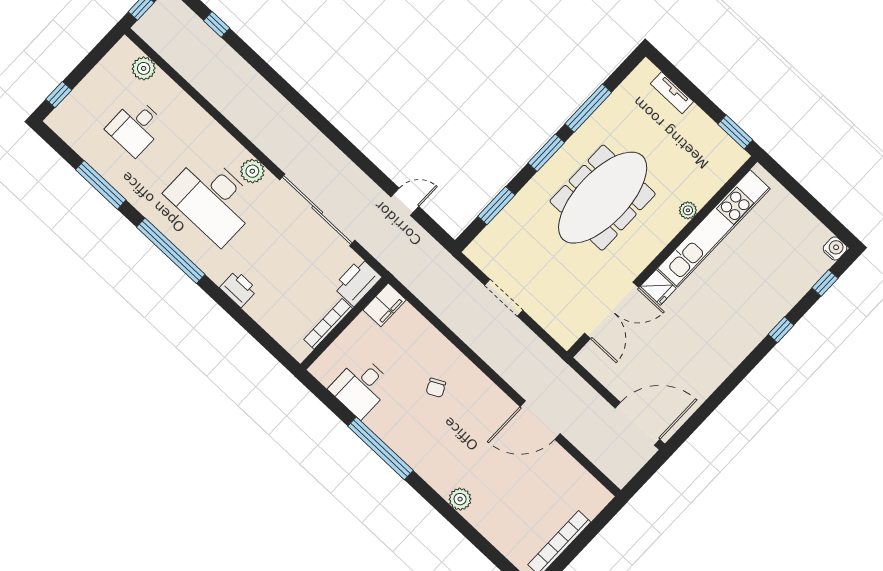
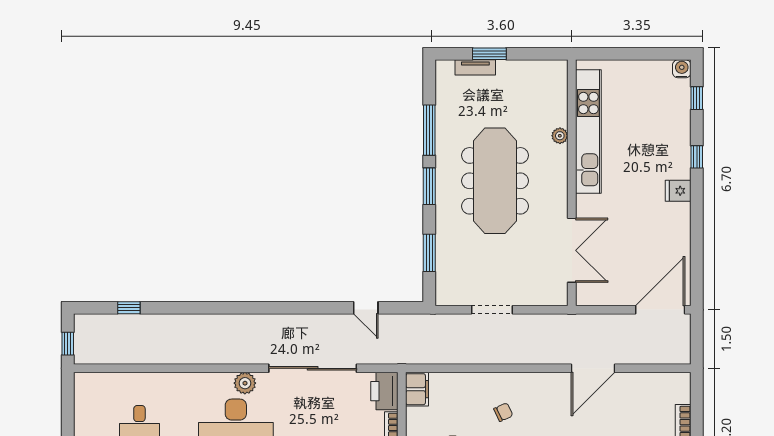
plant: (144, 68) -> (108, 383), removed
window: (735, 132) -> (489, 54), moved
door: (405, 202) -> (366, 308), swing flipped
fridge: (658, 287) -> (678, 191), moved, turned 180
chair: (436, 388) -> (503, 412), turned -88

